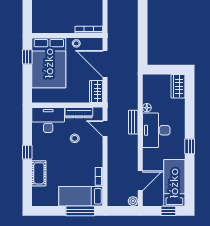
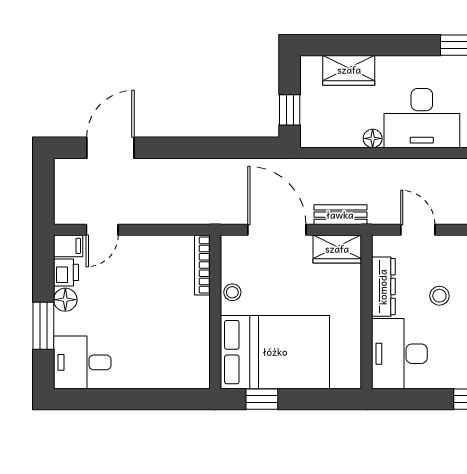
door: (105, 64) -> (277, 230), swing flipped
window: (160, 70) -> (290, 110), added
wardrobe: (178, 86) -> (349, 70), moved
bench: (133, 122) -> (340, 215), moved
door: (105, 128) -> (418, 230), swing flipped

